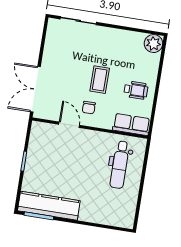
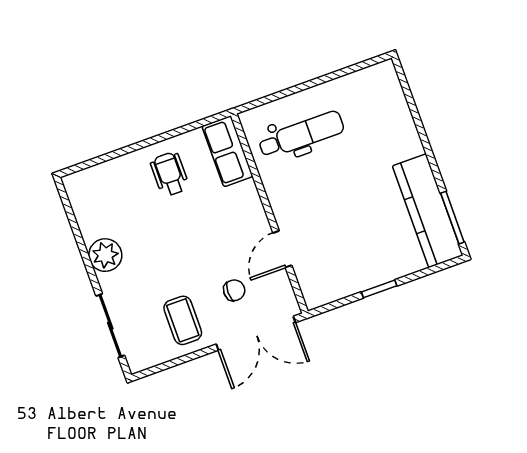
plant: (153, 44) -> (105, 255), moved
coffee table: (100, 80) -> (183, 320), moved, turned 90
chair: (89, 108) -> (234, 290), moved

